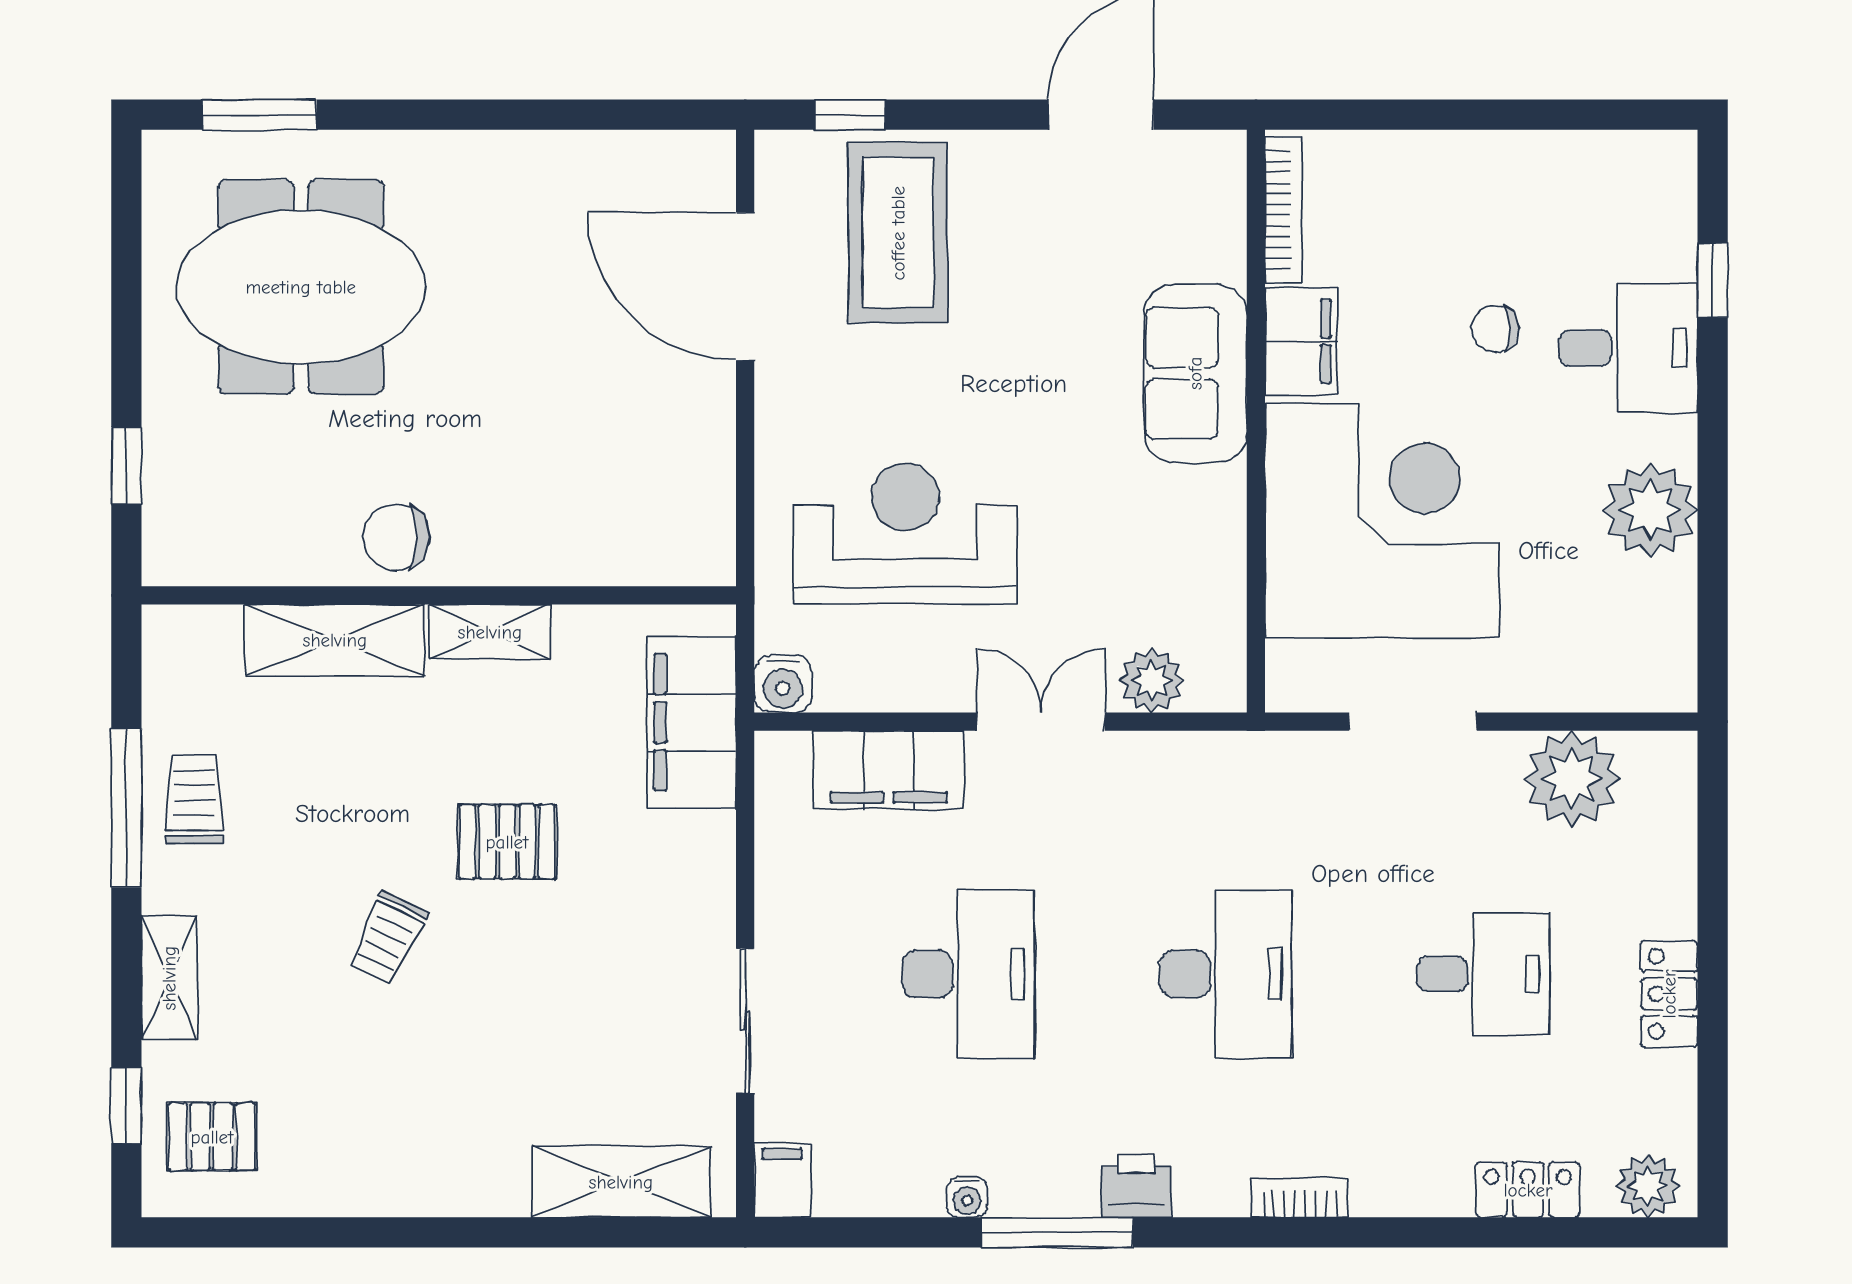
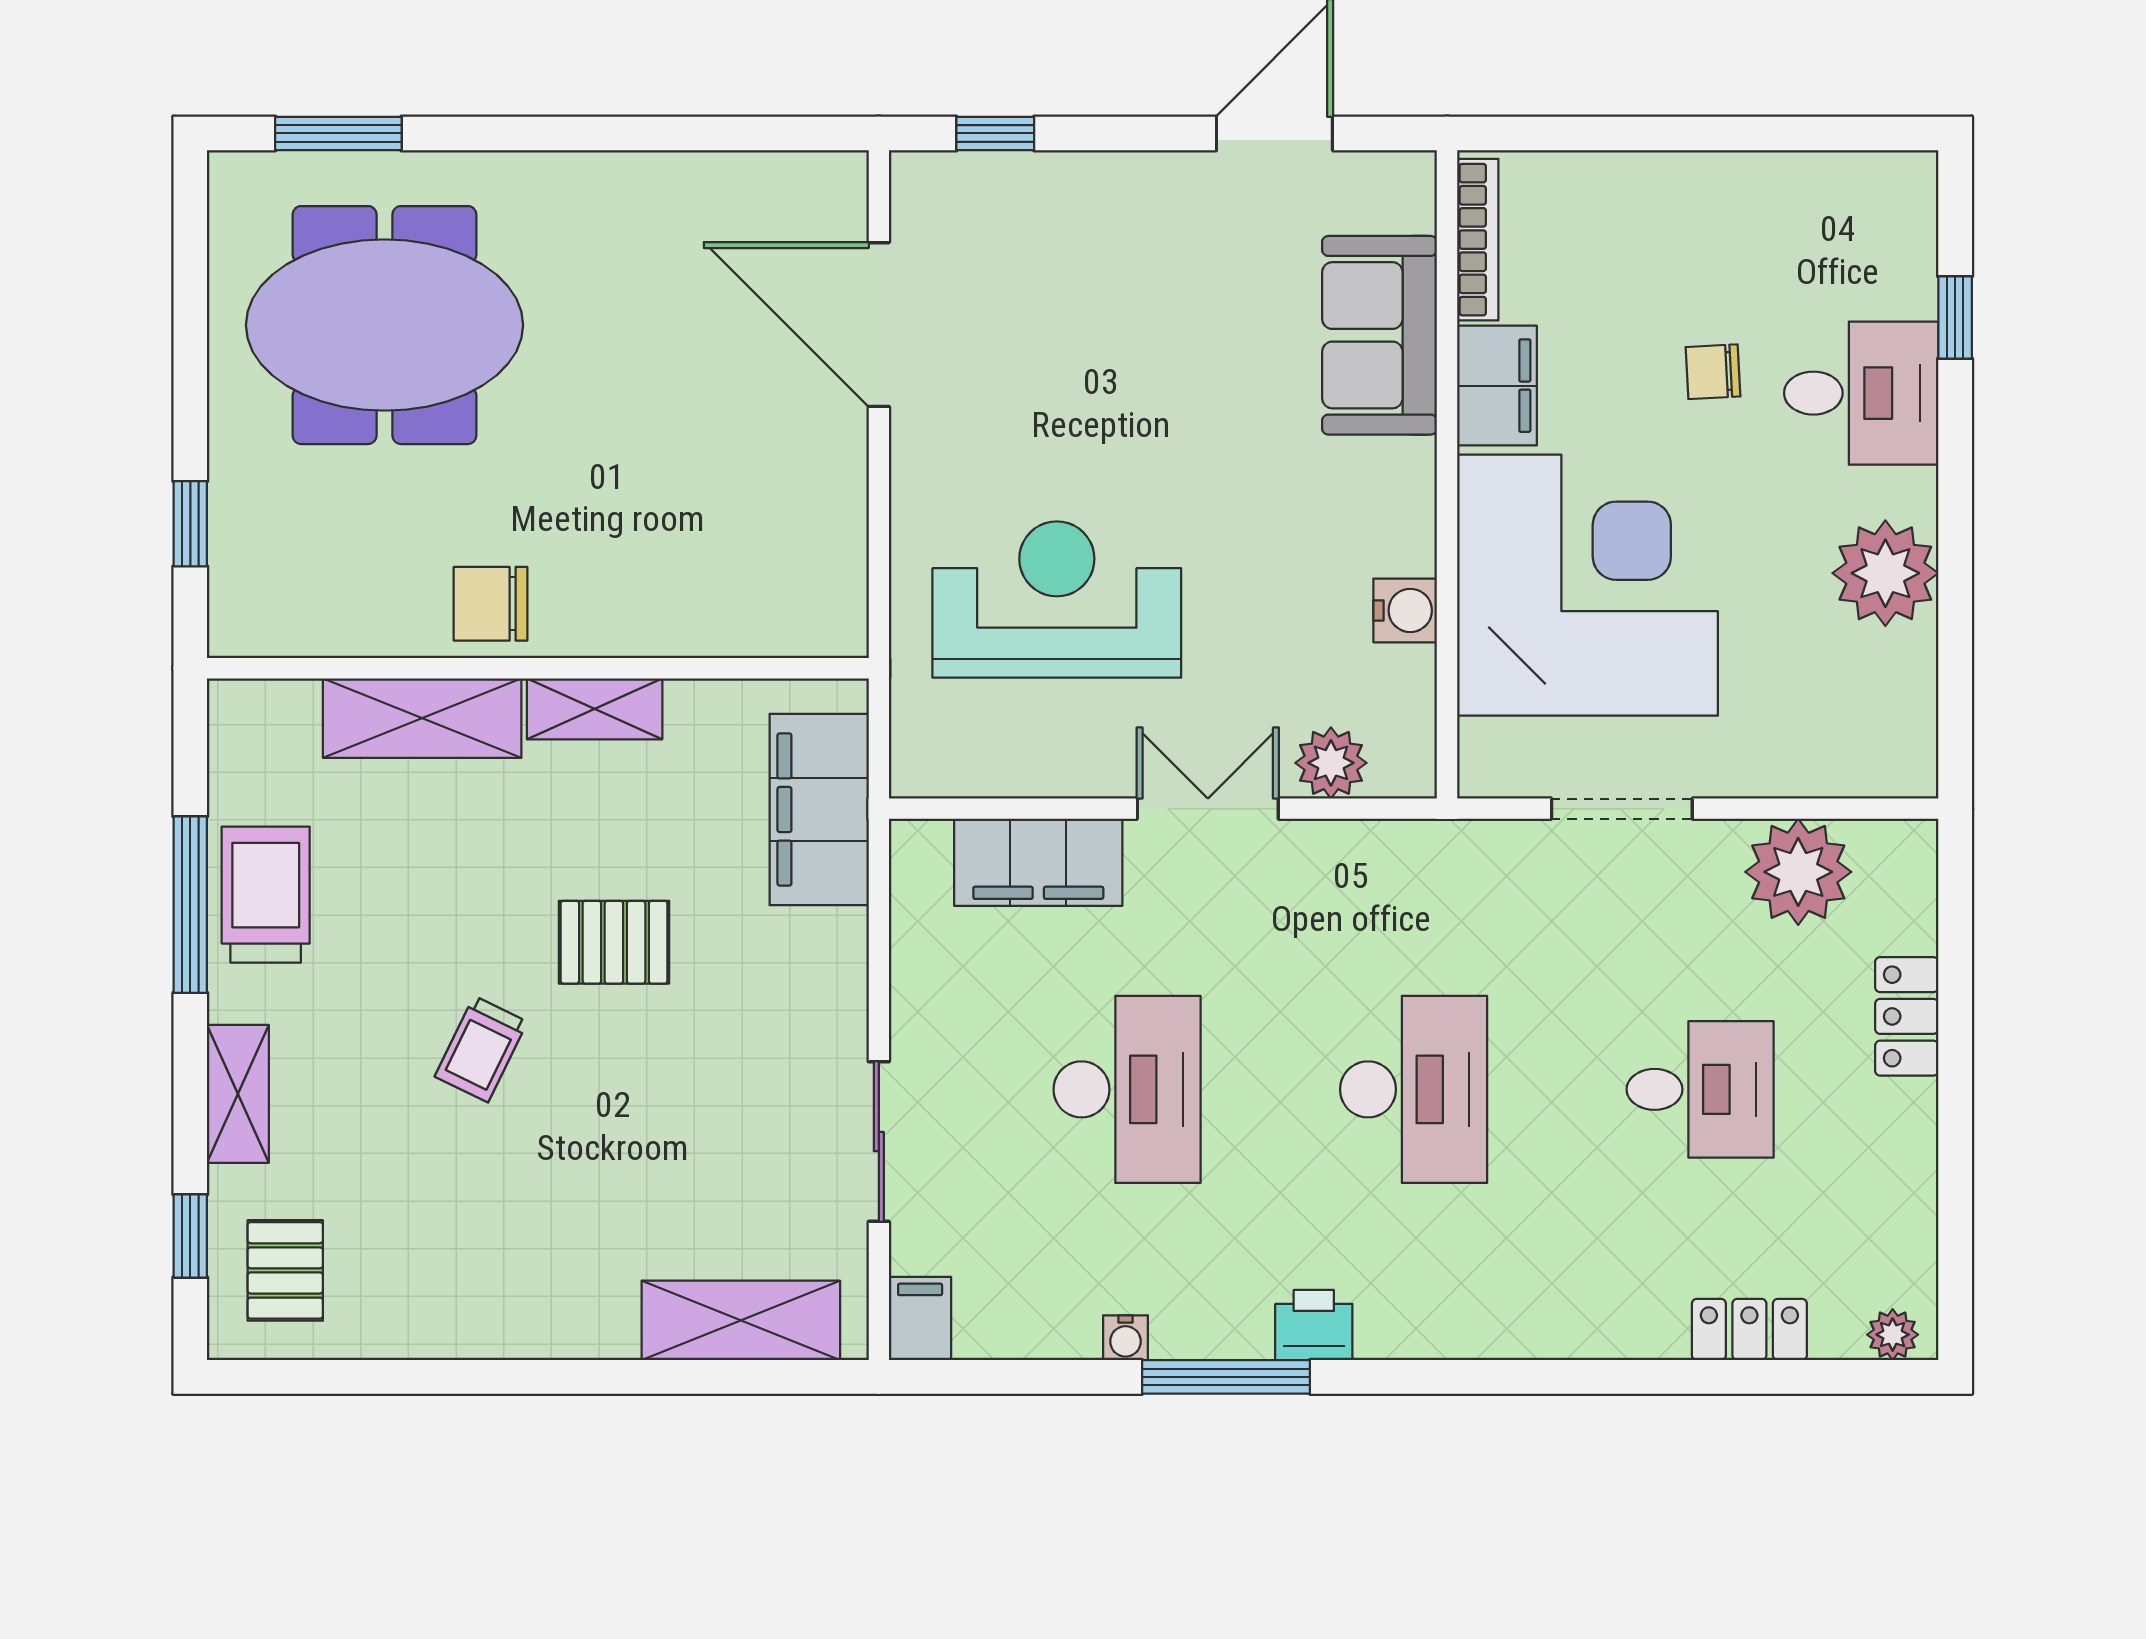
coffee table: (898, 233) -> (1049, 265), removed
sofa: (1195, 373) -> (1380, 335), moved
water cooler: (783, 684) -> (1405, 610), moved, turned -90
trolley: (194, 799) -> (266, 895), width x1.36, depth x1.39
locker: (1669, 994) -> (1907, 1016), moved
pallet: (212, 1137) -> (285, 1270), turned 90
plant: (1648, 1186) -> (1893, 1335), width x0.73, depth x0.73
bookcase: (1300, 1198) -> (1496, 1338), removed

